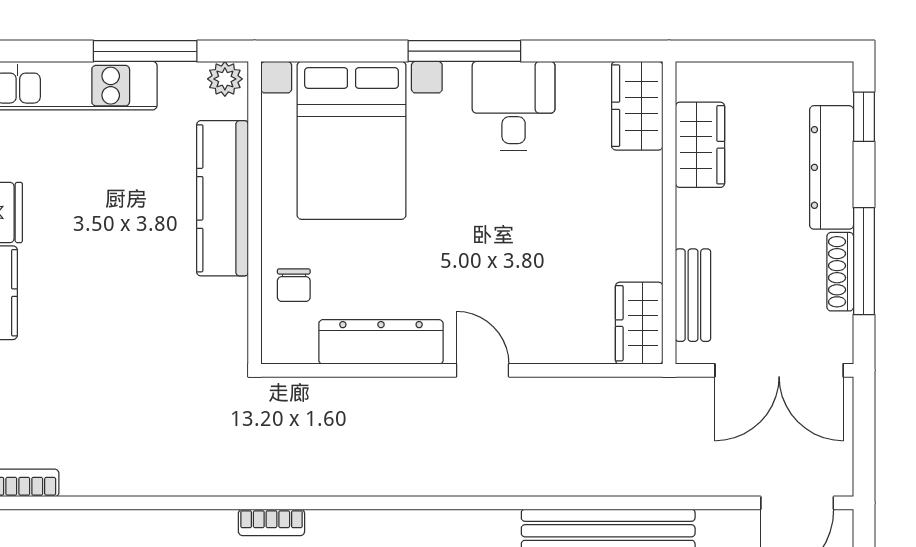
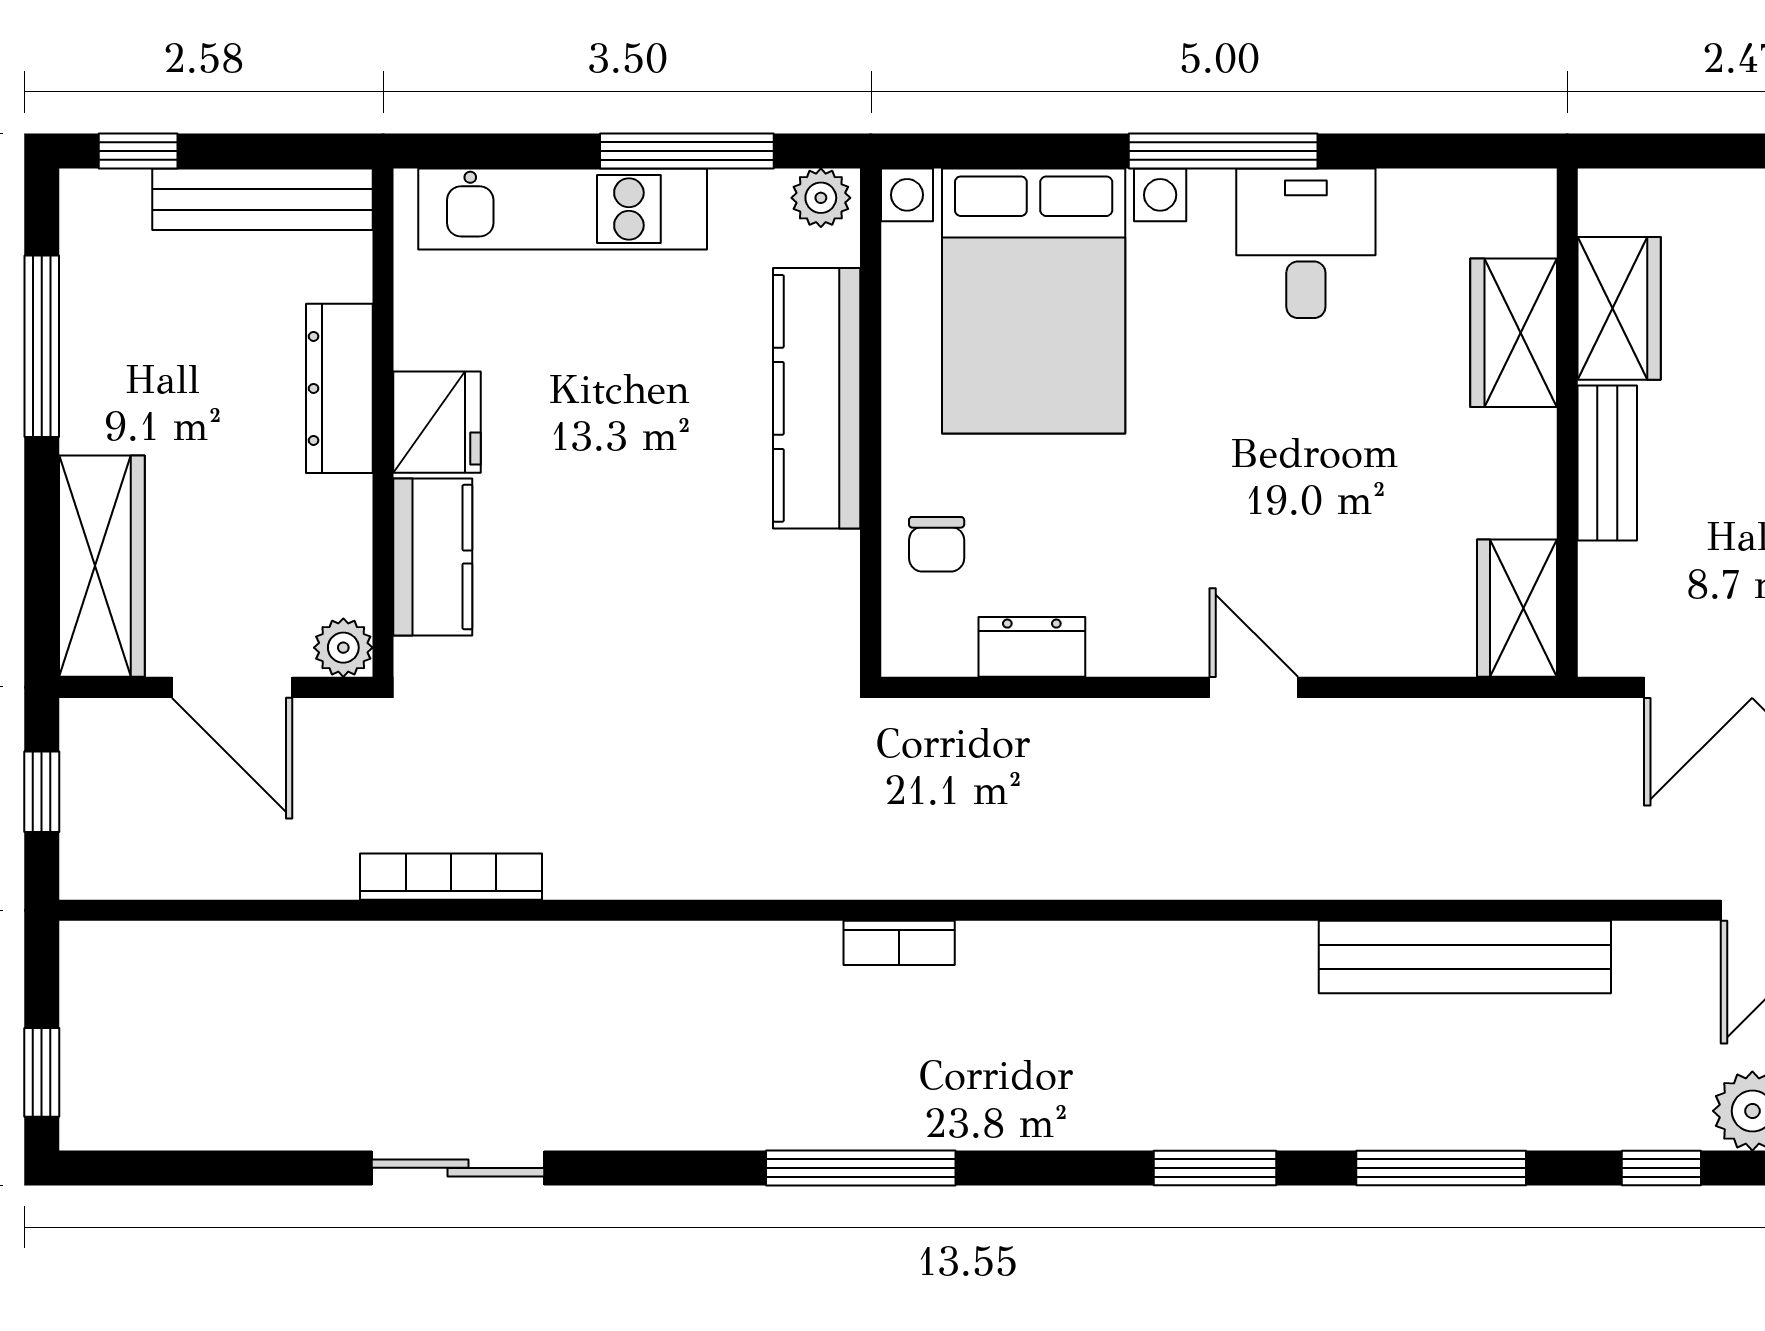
wardrobe: (637, 106) -> (1514, 333), moved
bench: (693, 295) -> (1607, 463), moved
dresser: (381, 342) -> (1032, 647), width x0.51, depth x0.80

